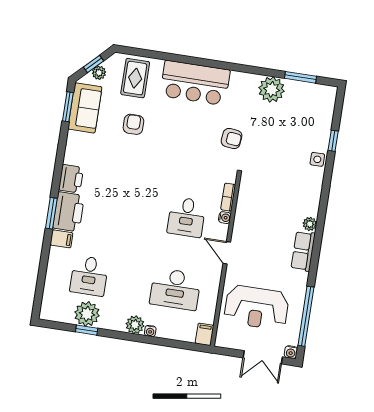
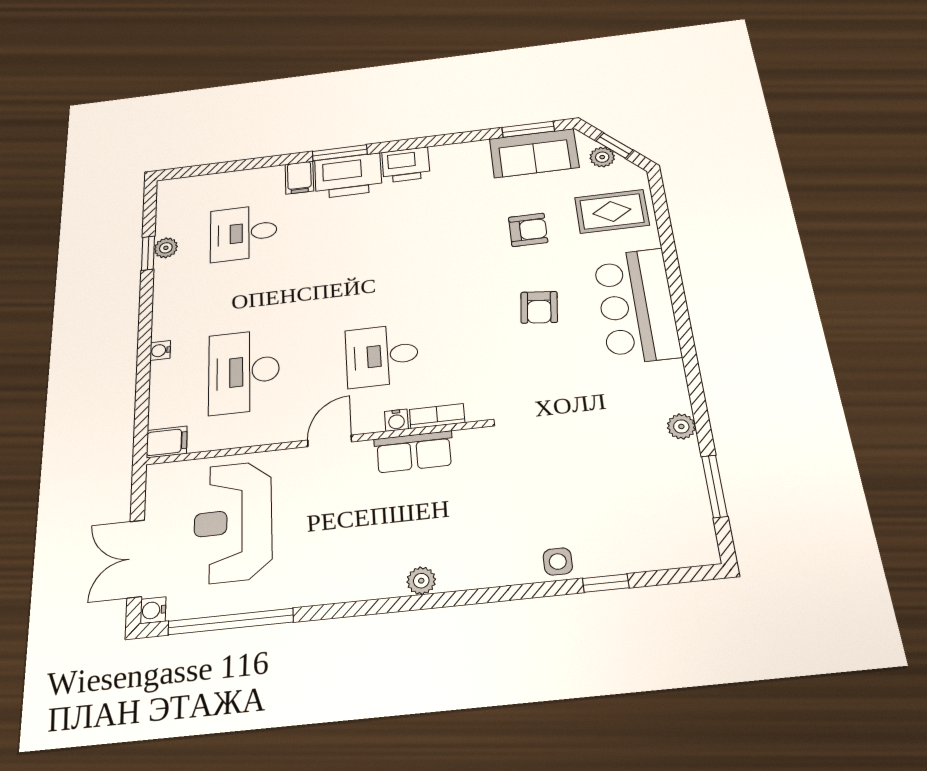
plant: (272, 89) -> (681, 426), width x0.53, depth x0.53
armchair: (232, 138) -> (539, 307), moved
row of seats: (303, 251) -> (414, 452), moved, turned 180
plant: (87, 314) -> (166, 248), width x0.53, depth x0.53
plant: (135, 325) -> (168, 324), removed

